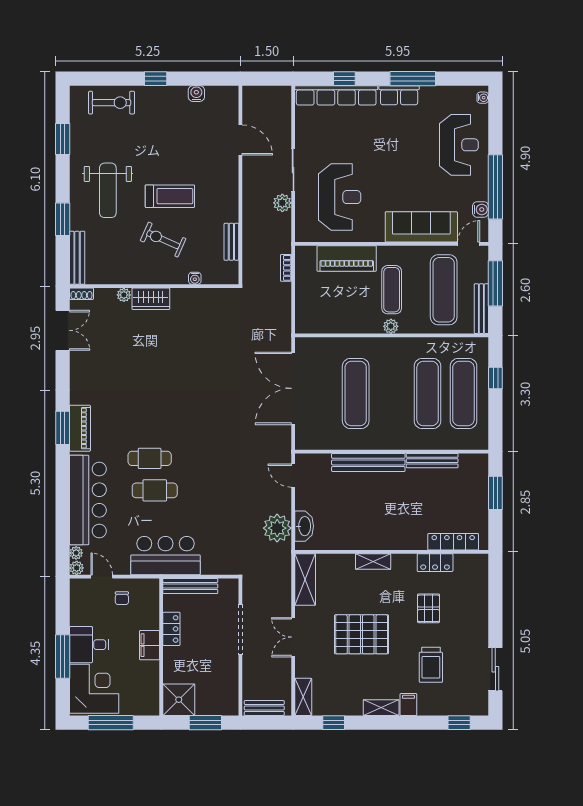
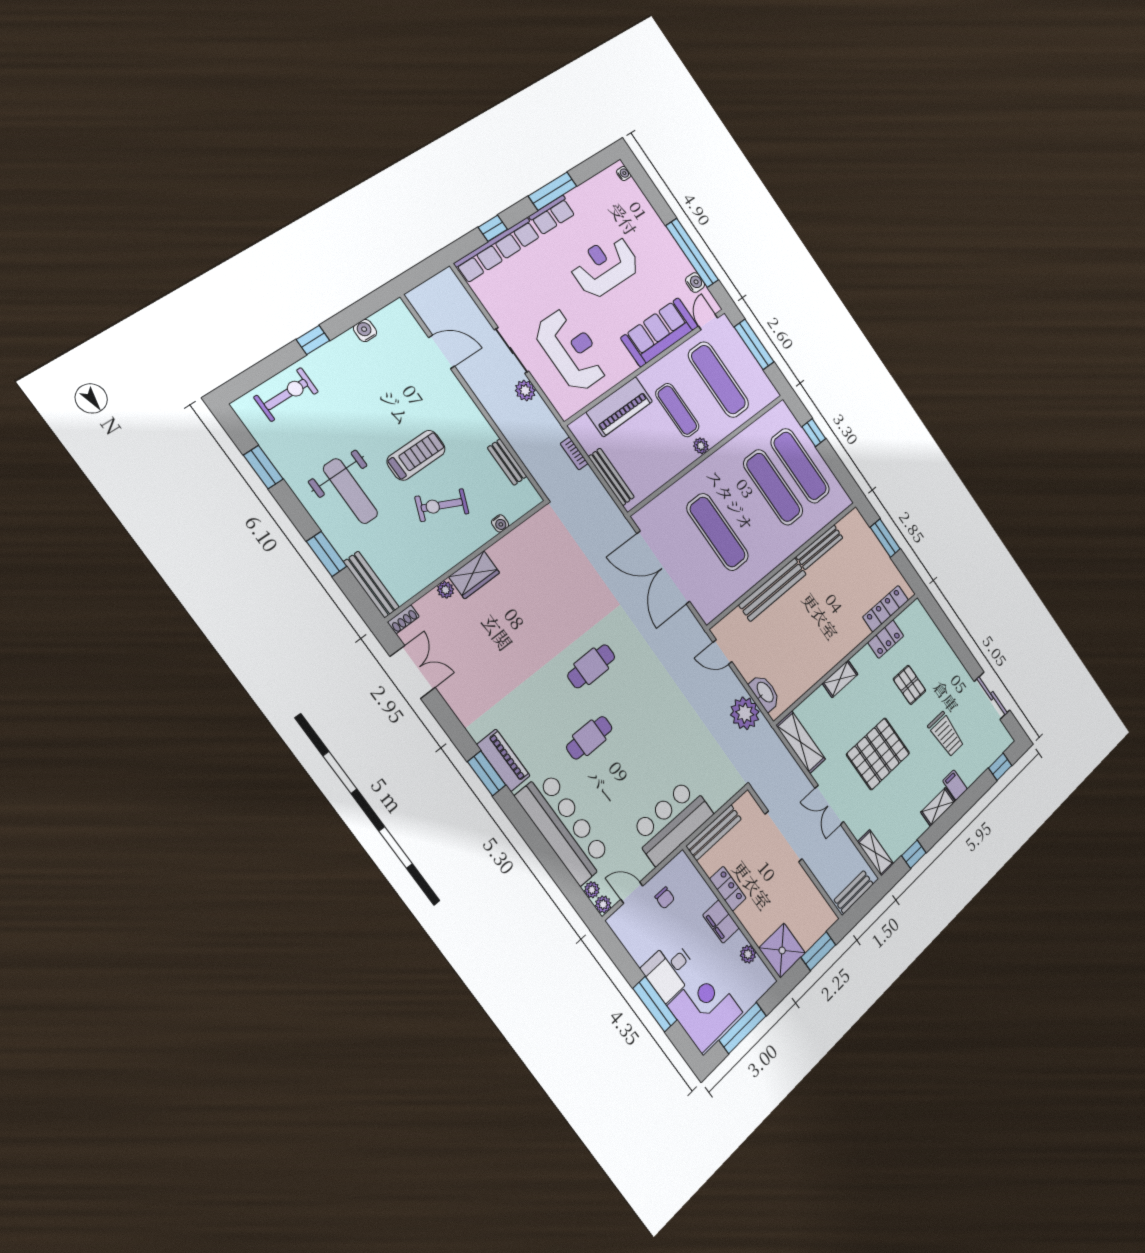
reception desk: (459, 145) -> (605, 266), moved, turned -90
bench: (481, 309) -> (611, 477), moved
cafe table: (155, 490) -> (591, 666), moved
plant: (152, 681) -> (748, 954), added

